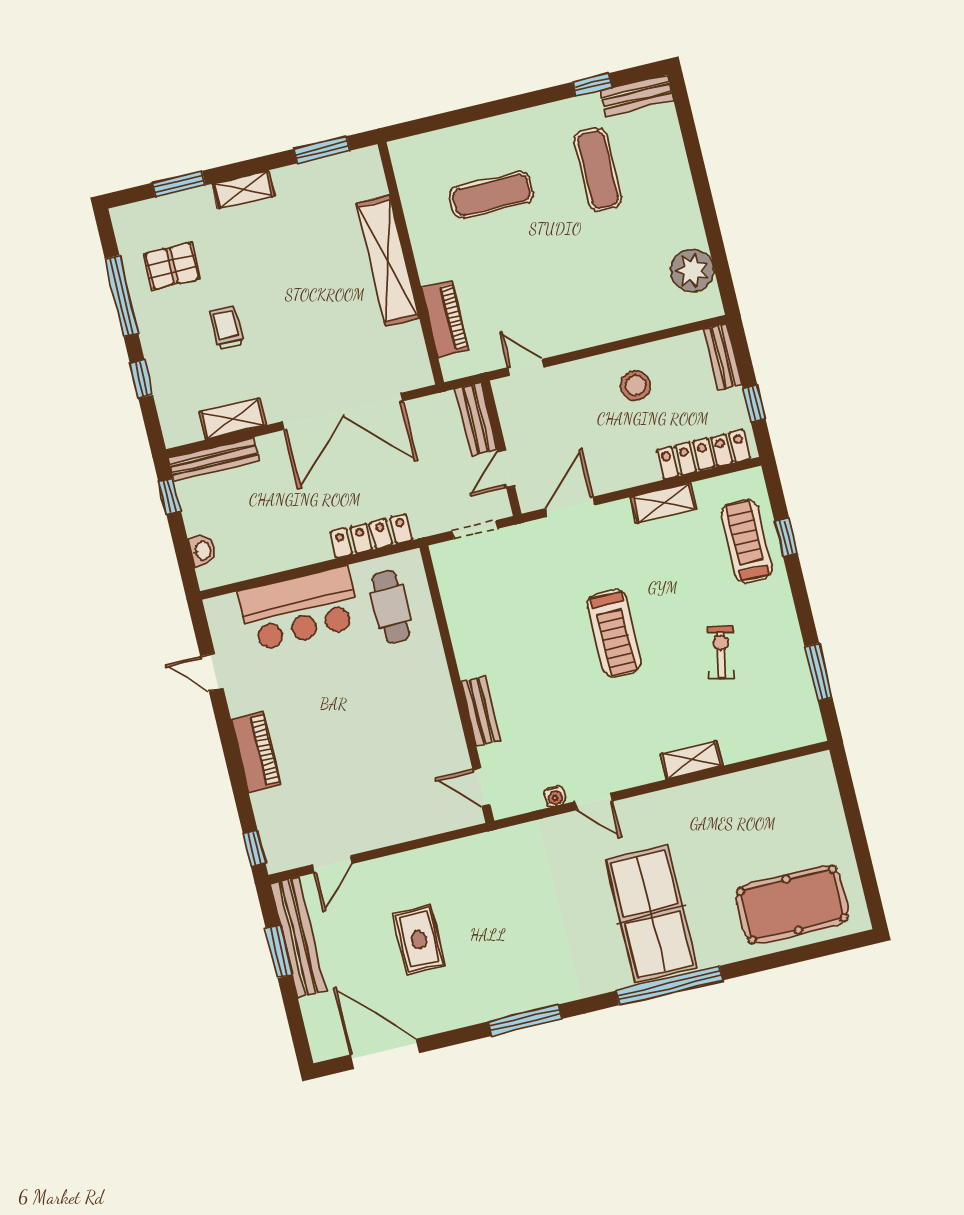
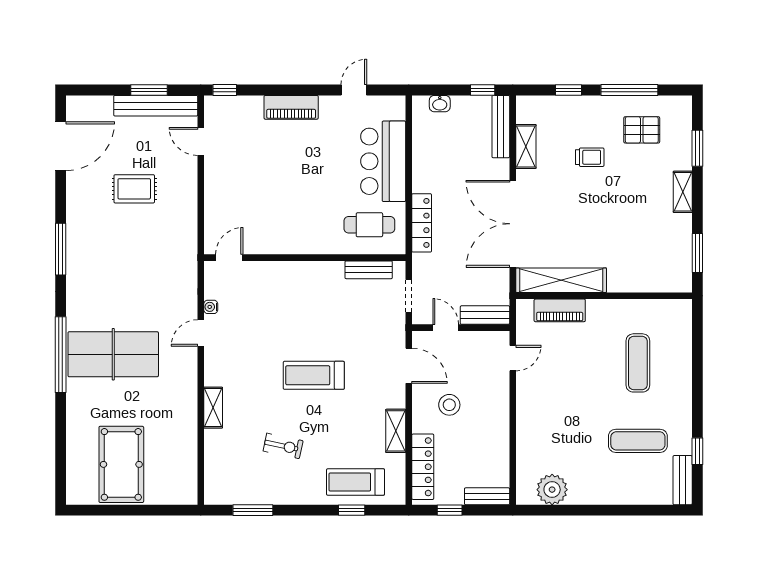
shelving: (388, 261) -> (561, 280), moved
pallet: (172, 266) -> (642, 130), turned 90
stool: (636, 385) -> (449, 405), moved
treadmill: (746, 541) -> (355, 482), turned 180
bench: (481, 711) -> (369, 270), moved
pool table: (792, 905) -> (121, 464), moved

